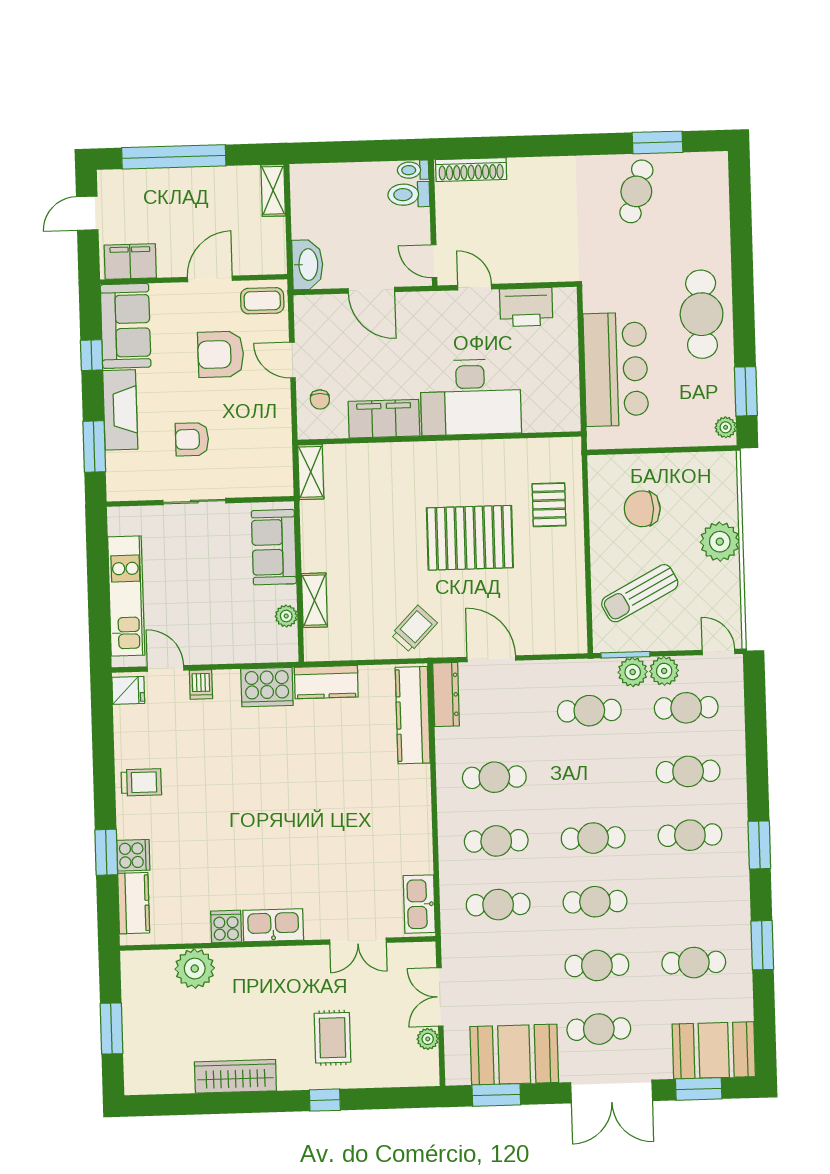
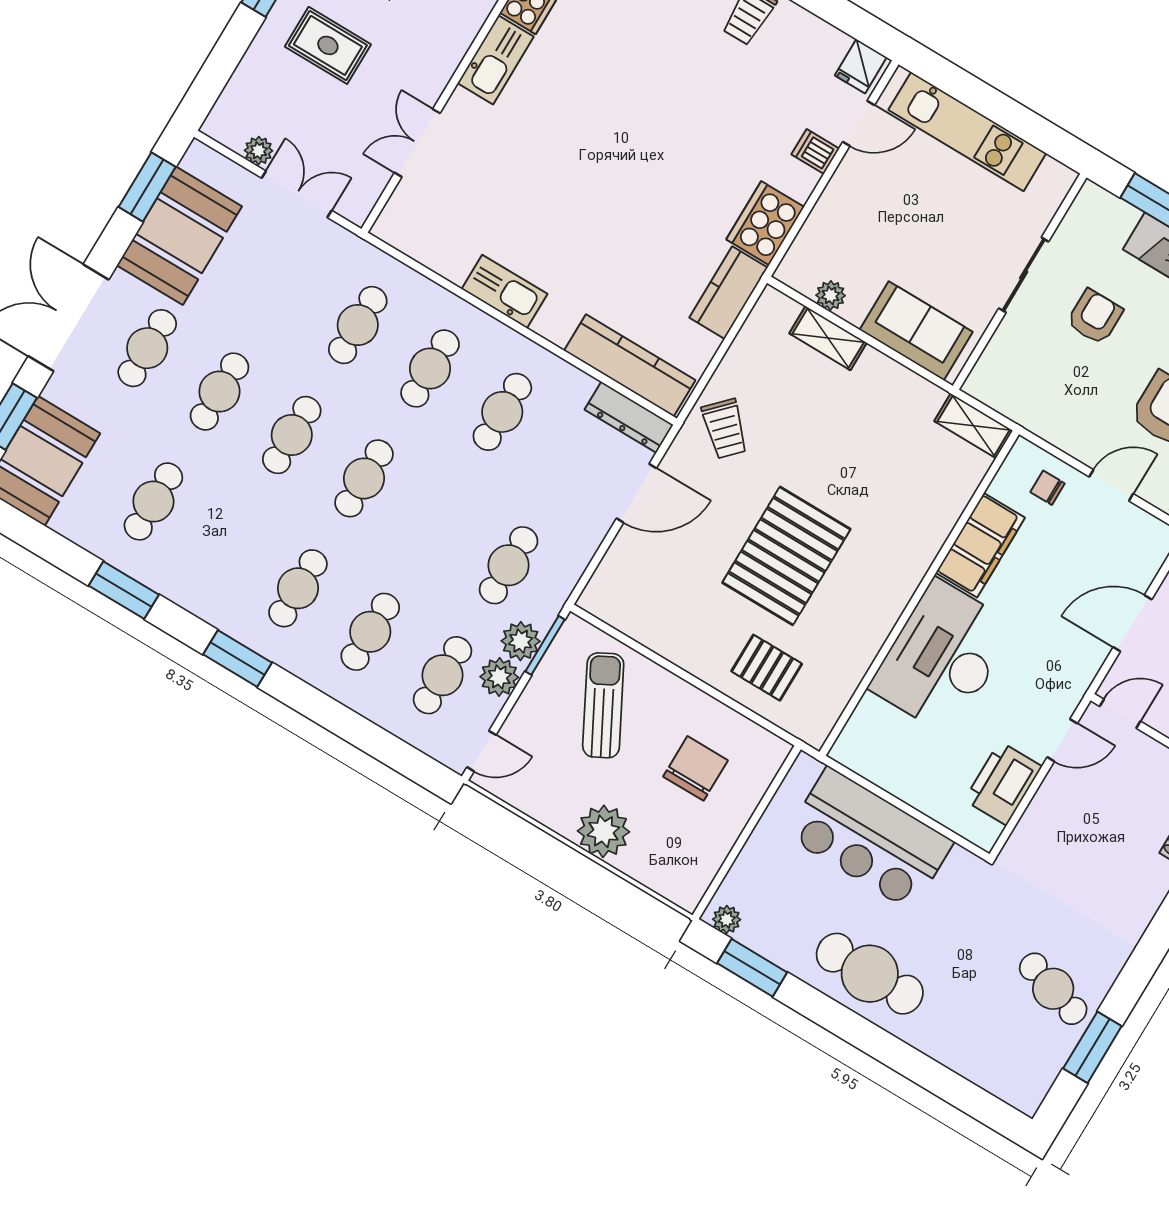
kitchen sink: (419, 904) -> (505, 291), moved

